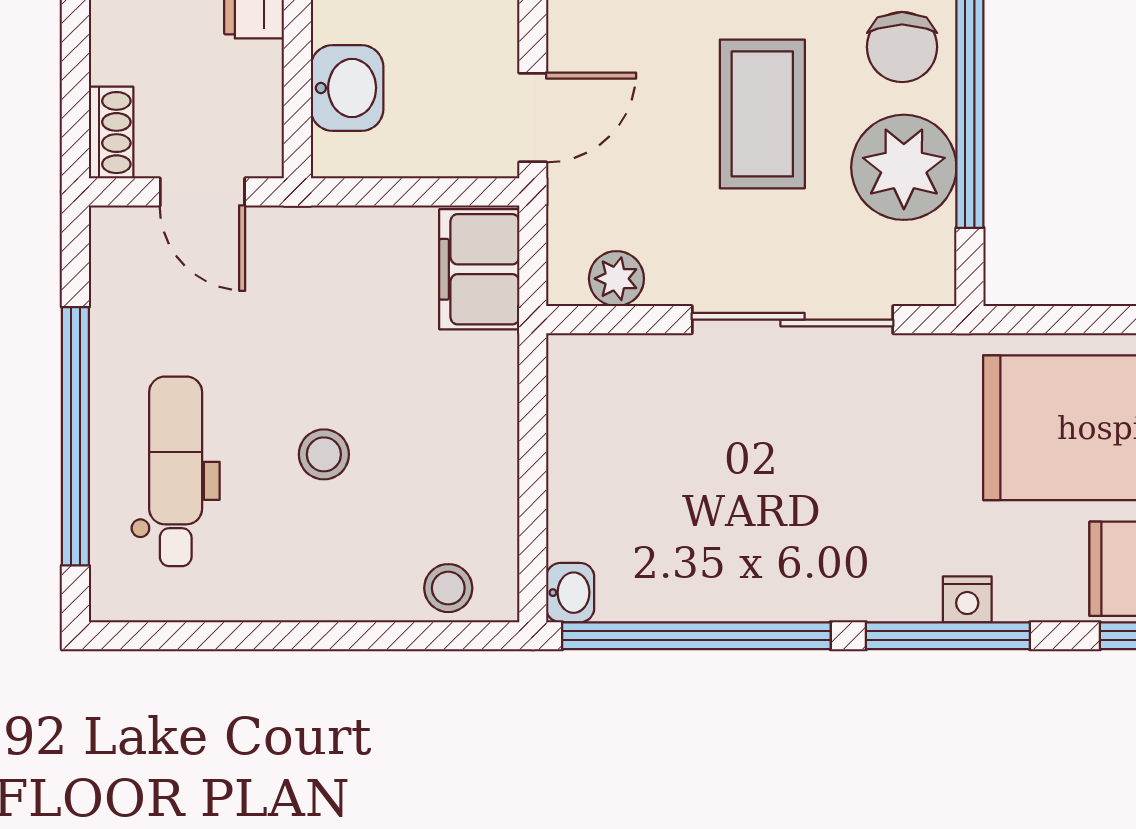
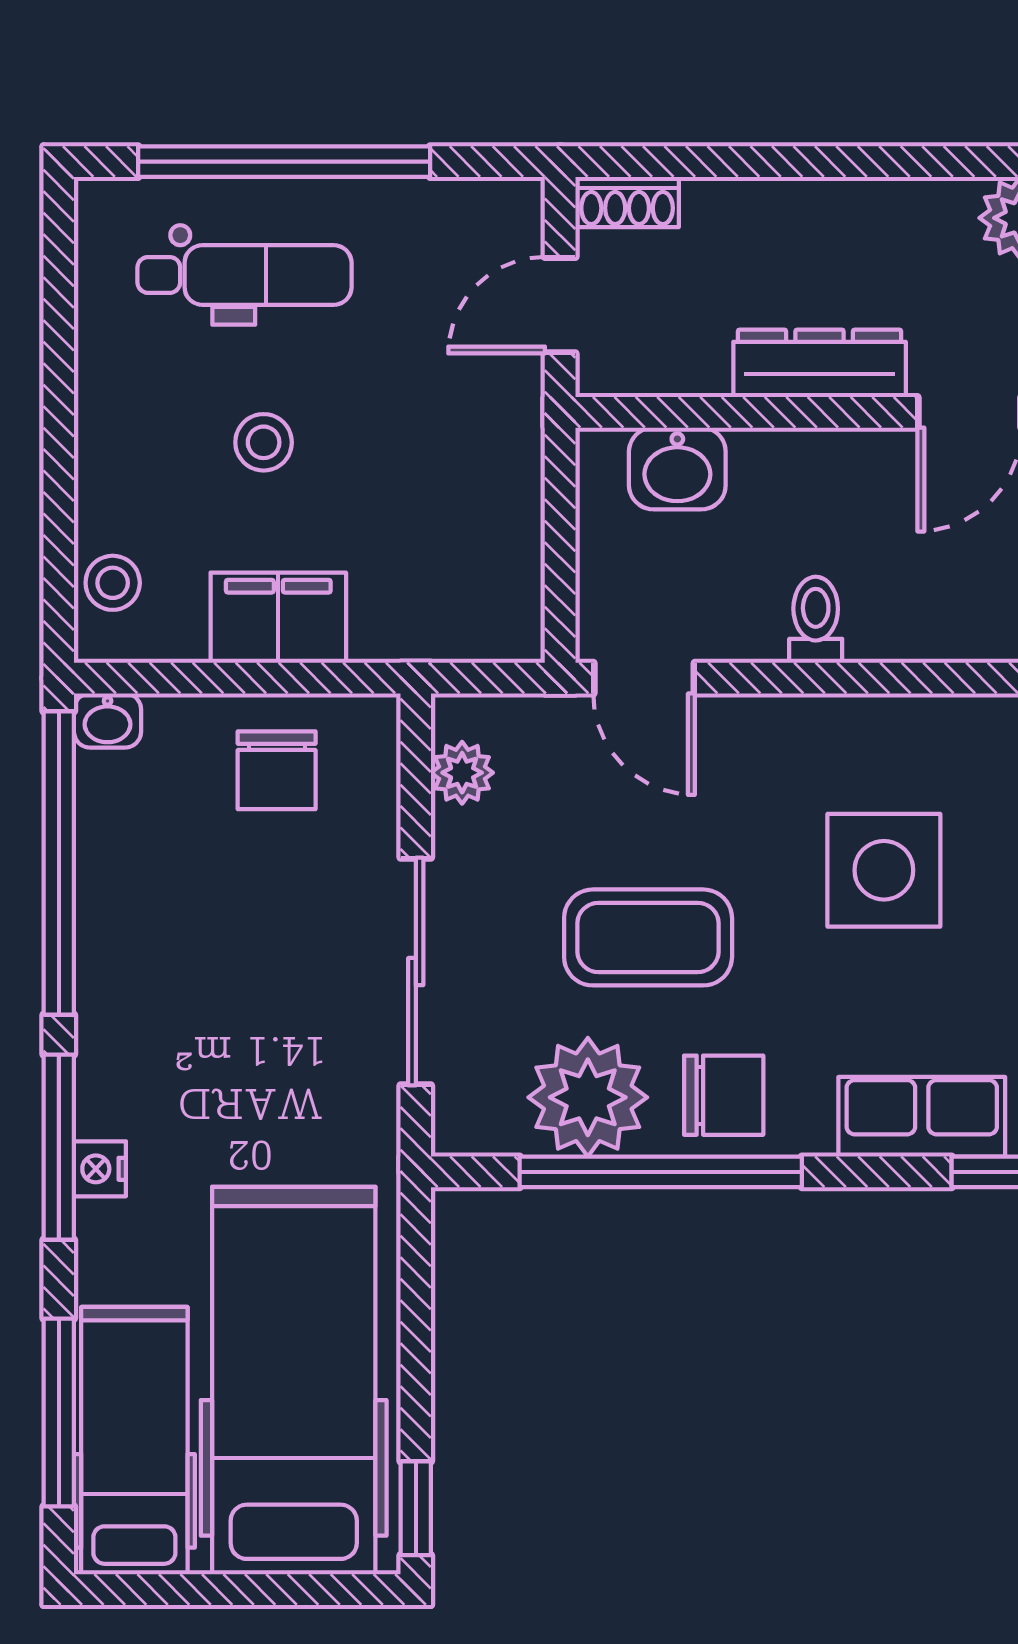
chair: (902, 47) -> (724, 1095), turned 180
filing cabinet: (479, 269) -> (278, 618), moved
chair: (614, 443) -> (277, 770), added

